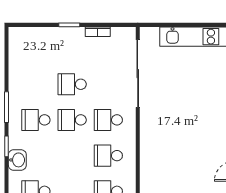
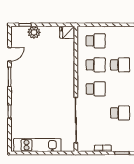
school desk: (72, 120) -> (120, 65), moved

